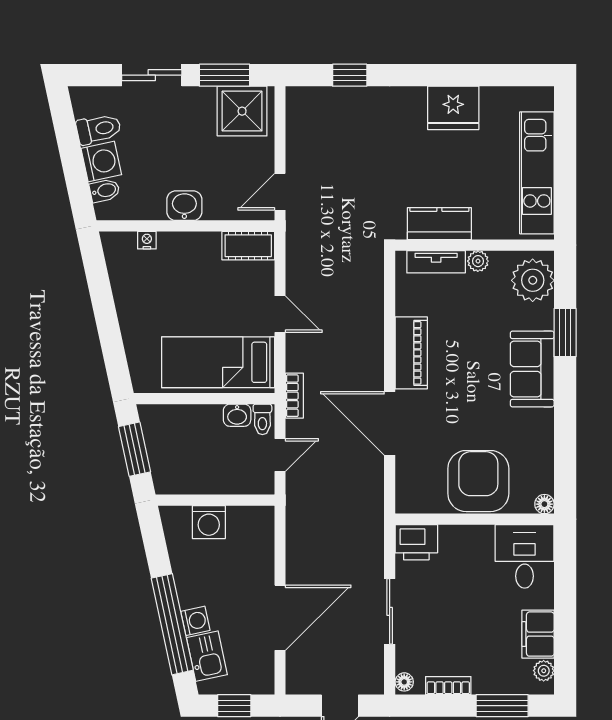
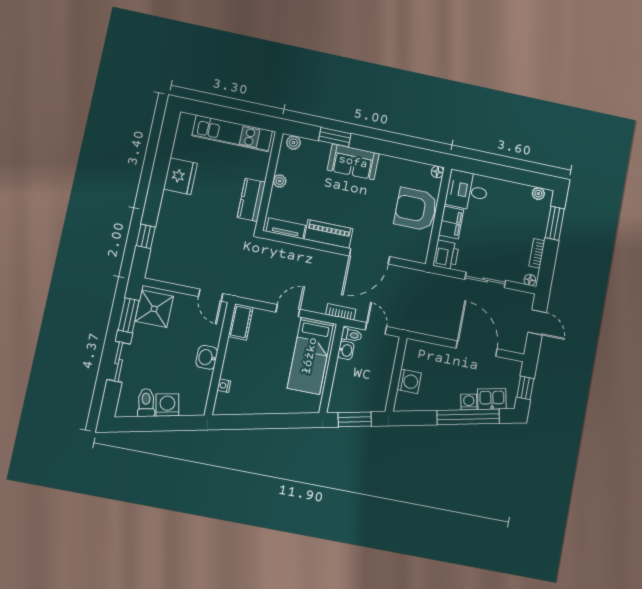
bidet: (105, 191) -> (187, 406), removed
tv unit: (436, 262) -> (286, 228), moved, turned -90
plant: (533, 280) -> (293, 143), width x0.53, depth x0.53
filing cabinet: (538, 634) -> (451, 222), moved, turned -90

